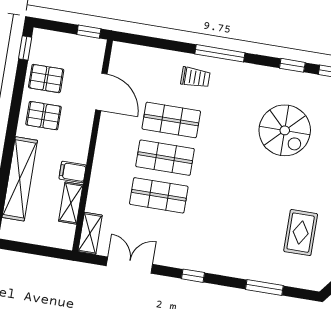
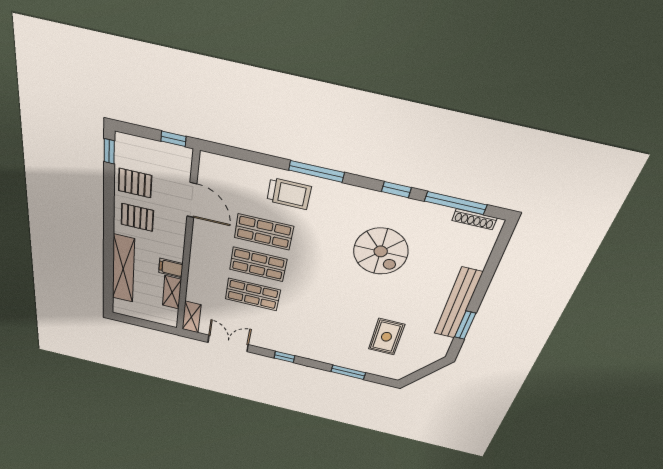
trolley: (195, 77) -> (289, 194), width x1.36, depth x1.39

